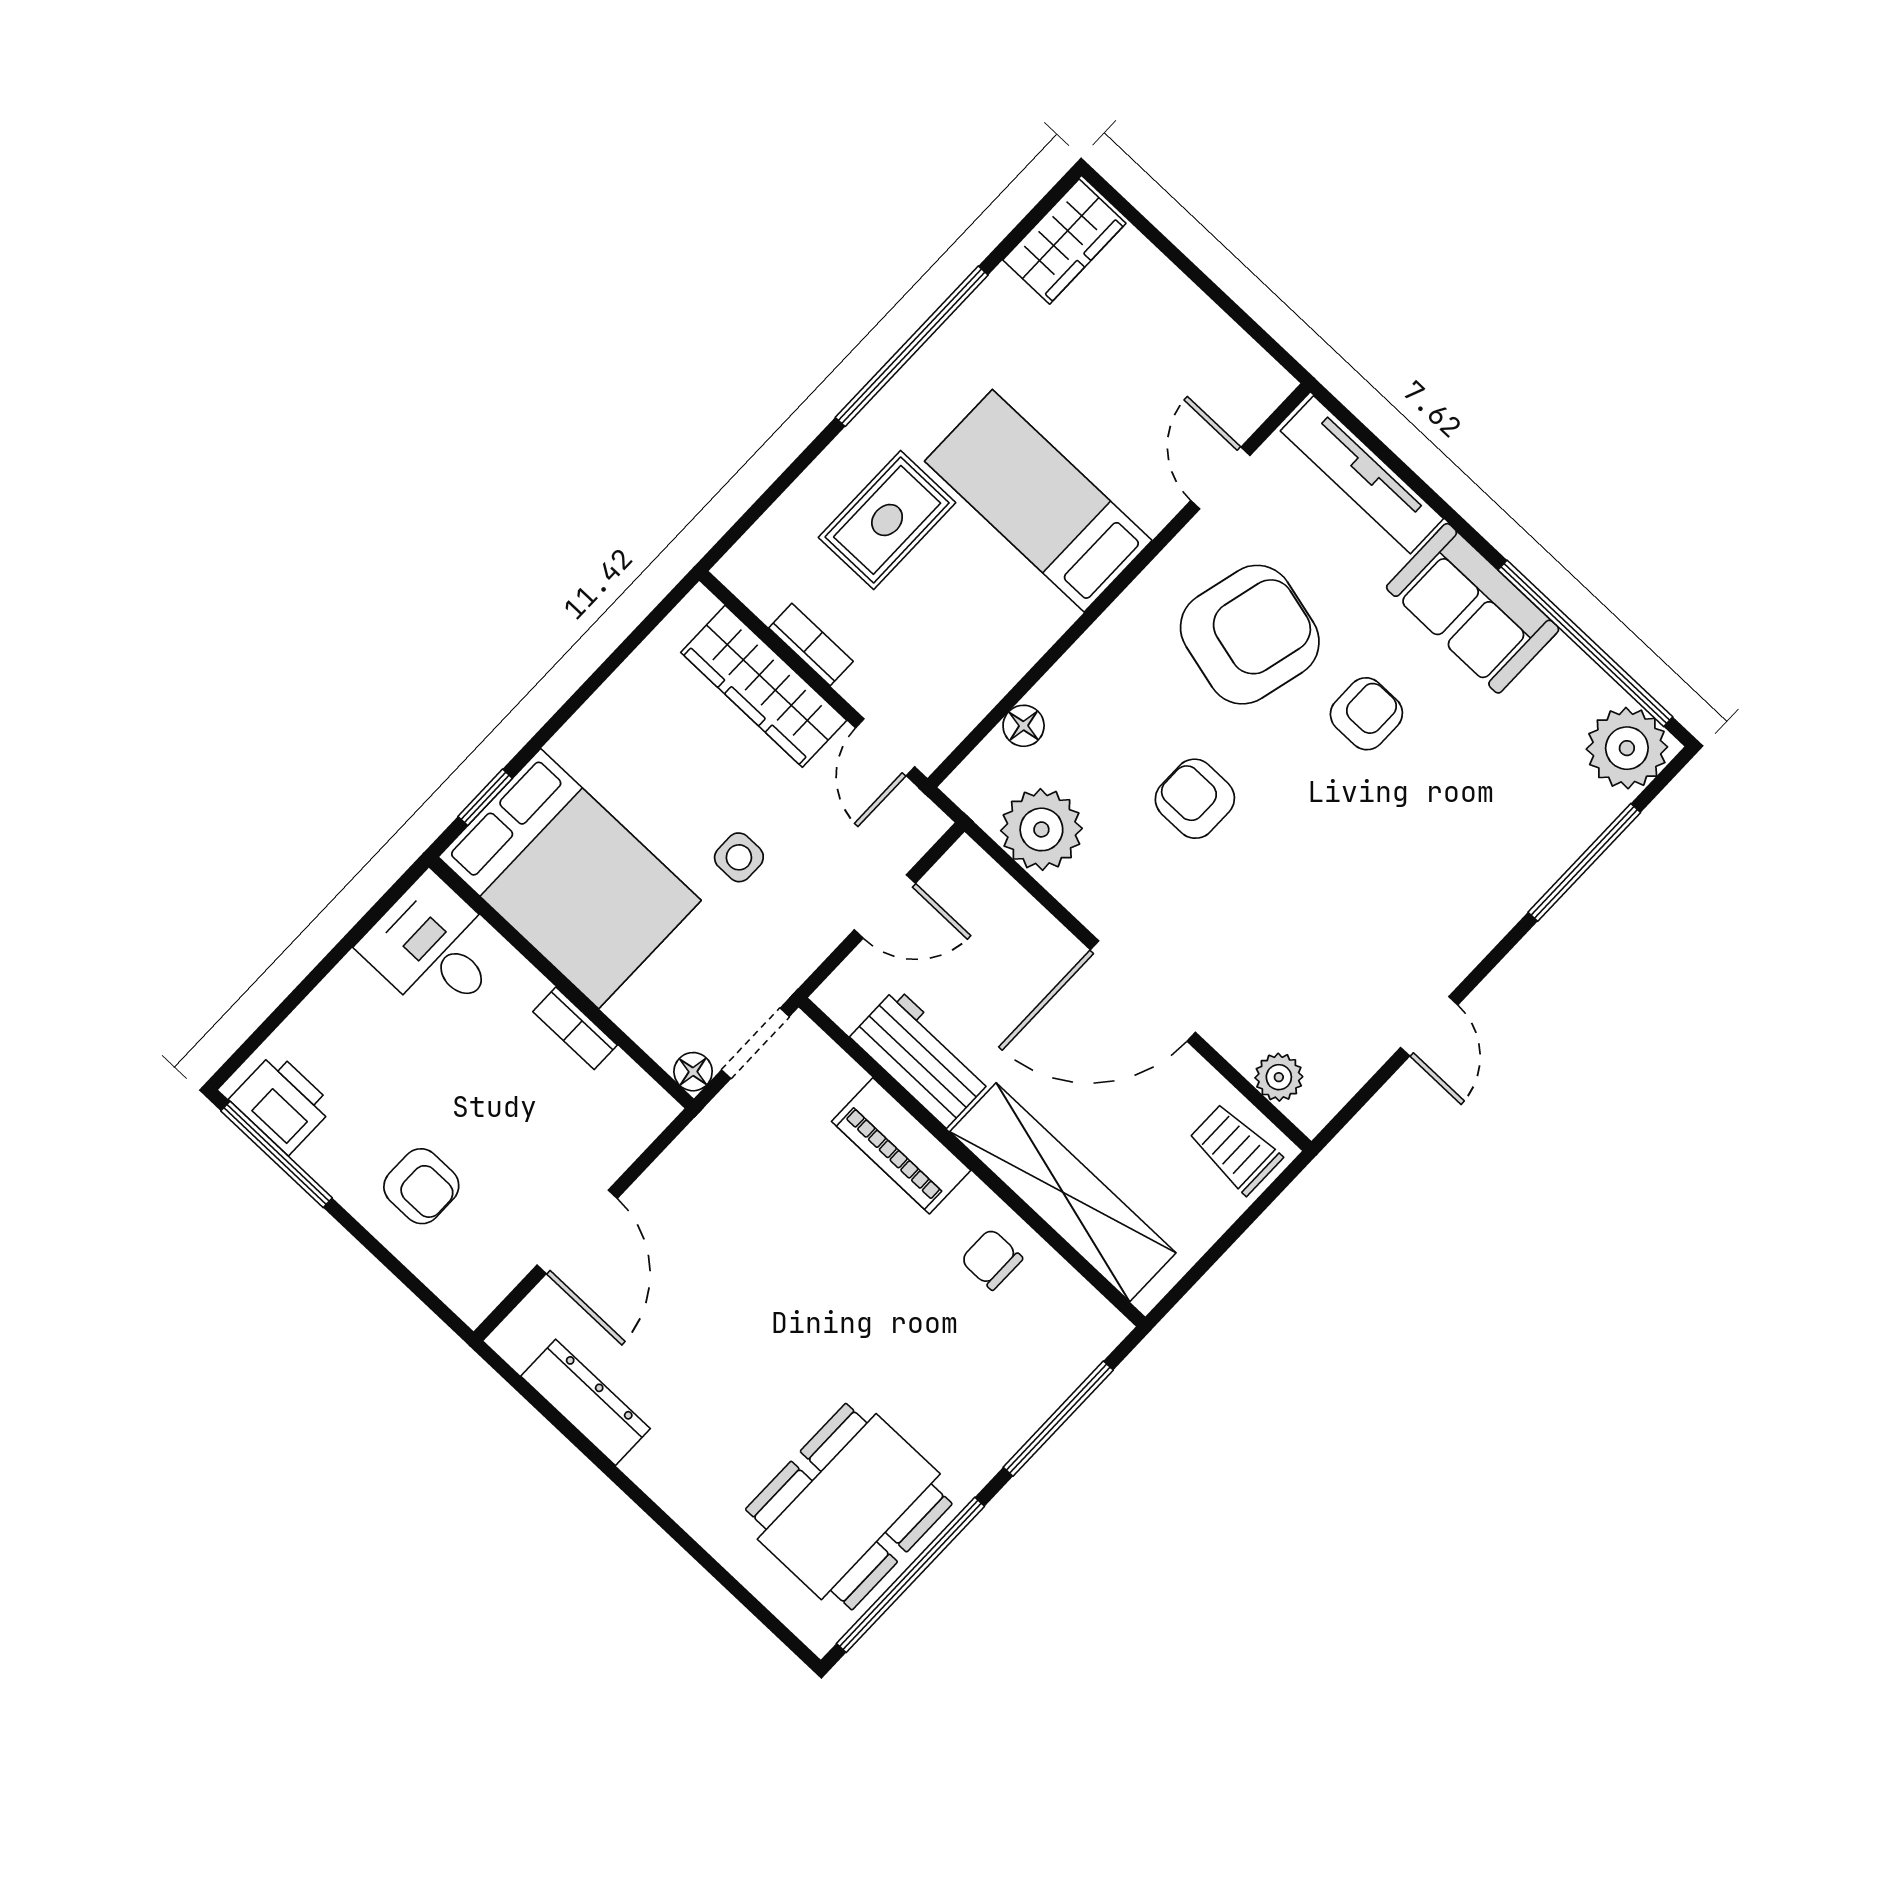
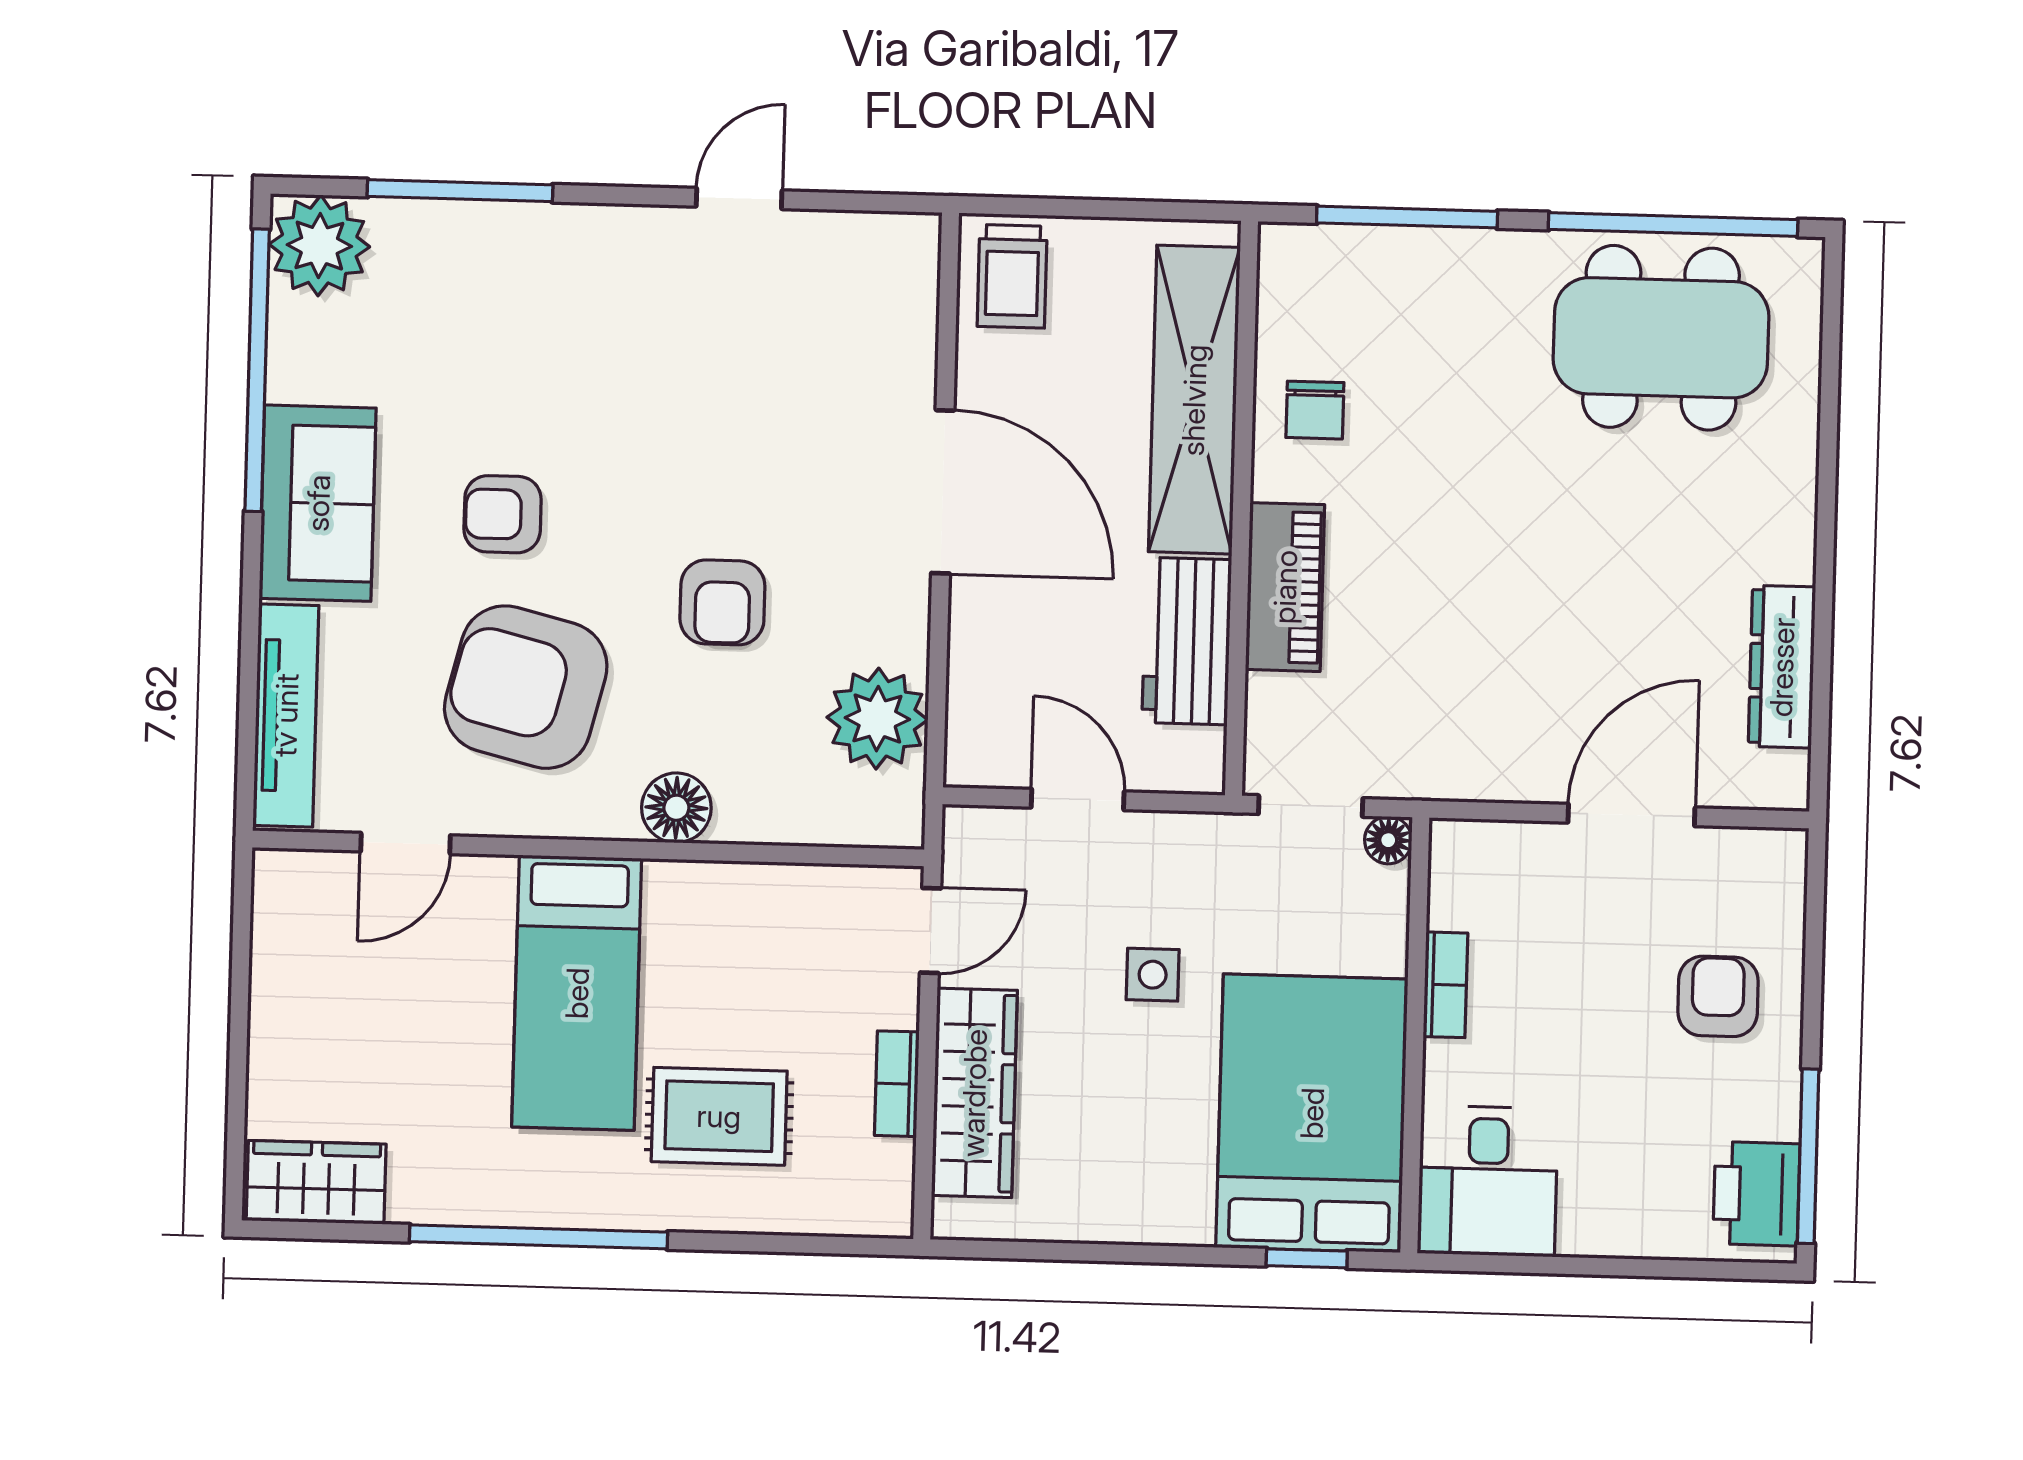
floor lamp: (1024, 726) -> (676, 808), moved, width x1.37, depth x1.37
plant: (1279, 1077) -> (910, 295), removed

